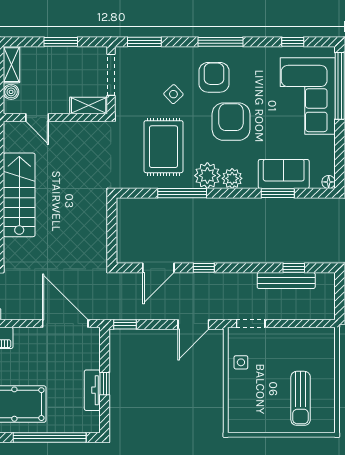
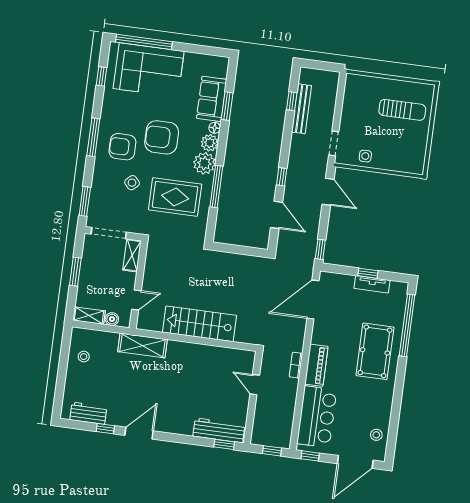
floor lamp: (329, 182) -> (215, 128), moved

